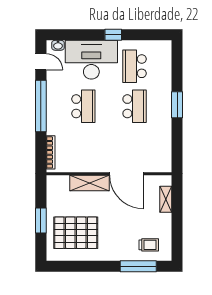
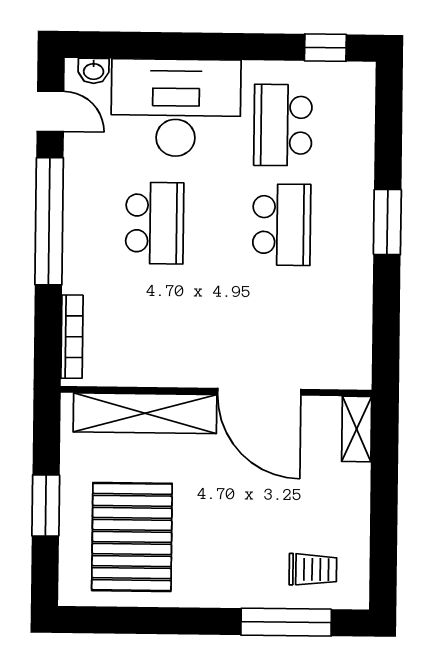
window: (113, 35) -> (325, 48), moved
shelving: (90, 183) -> (145, 413), width x1.47
shelving: (166, 199) -> (357, 429), moved
pallet: (76, 233) -> (132, 537), turned 90

